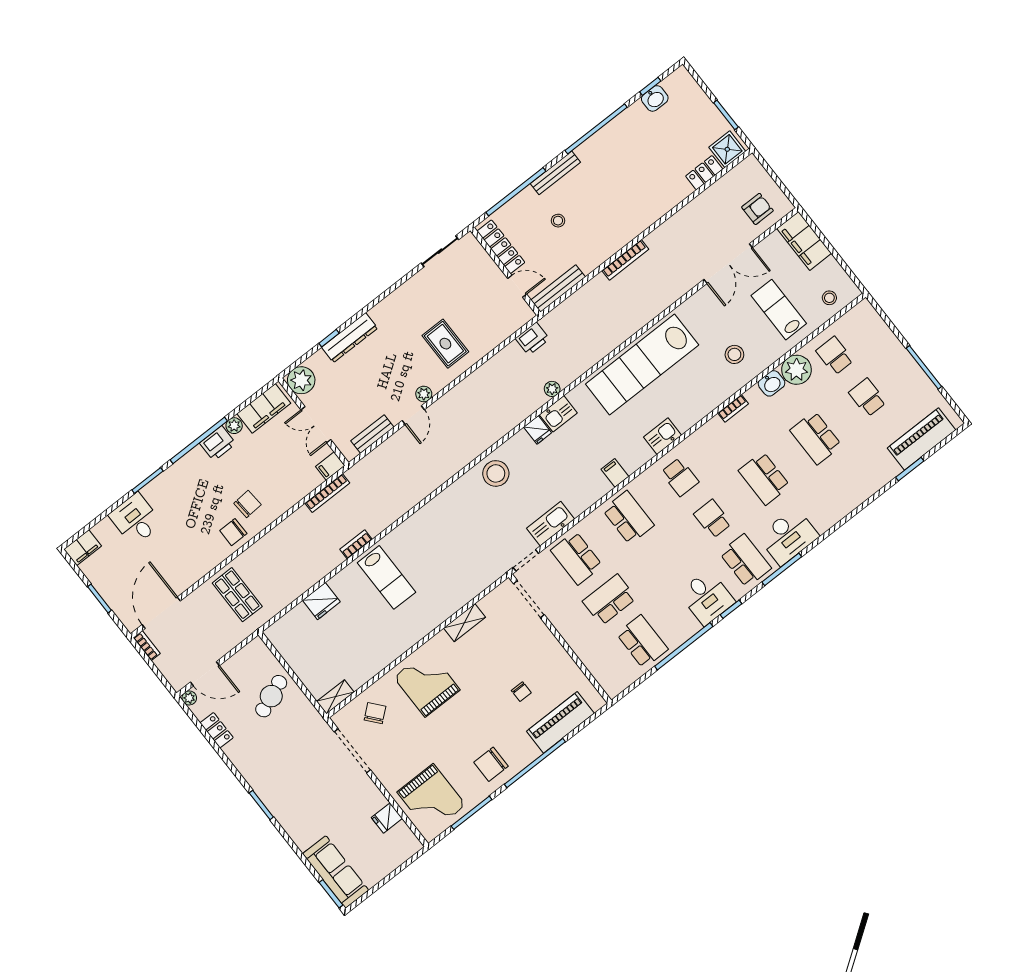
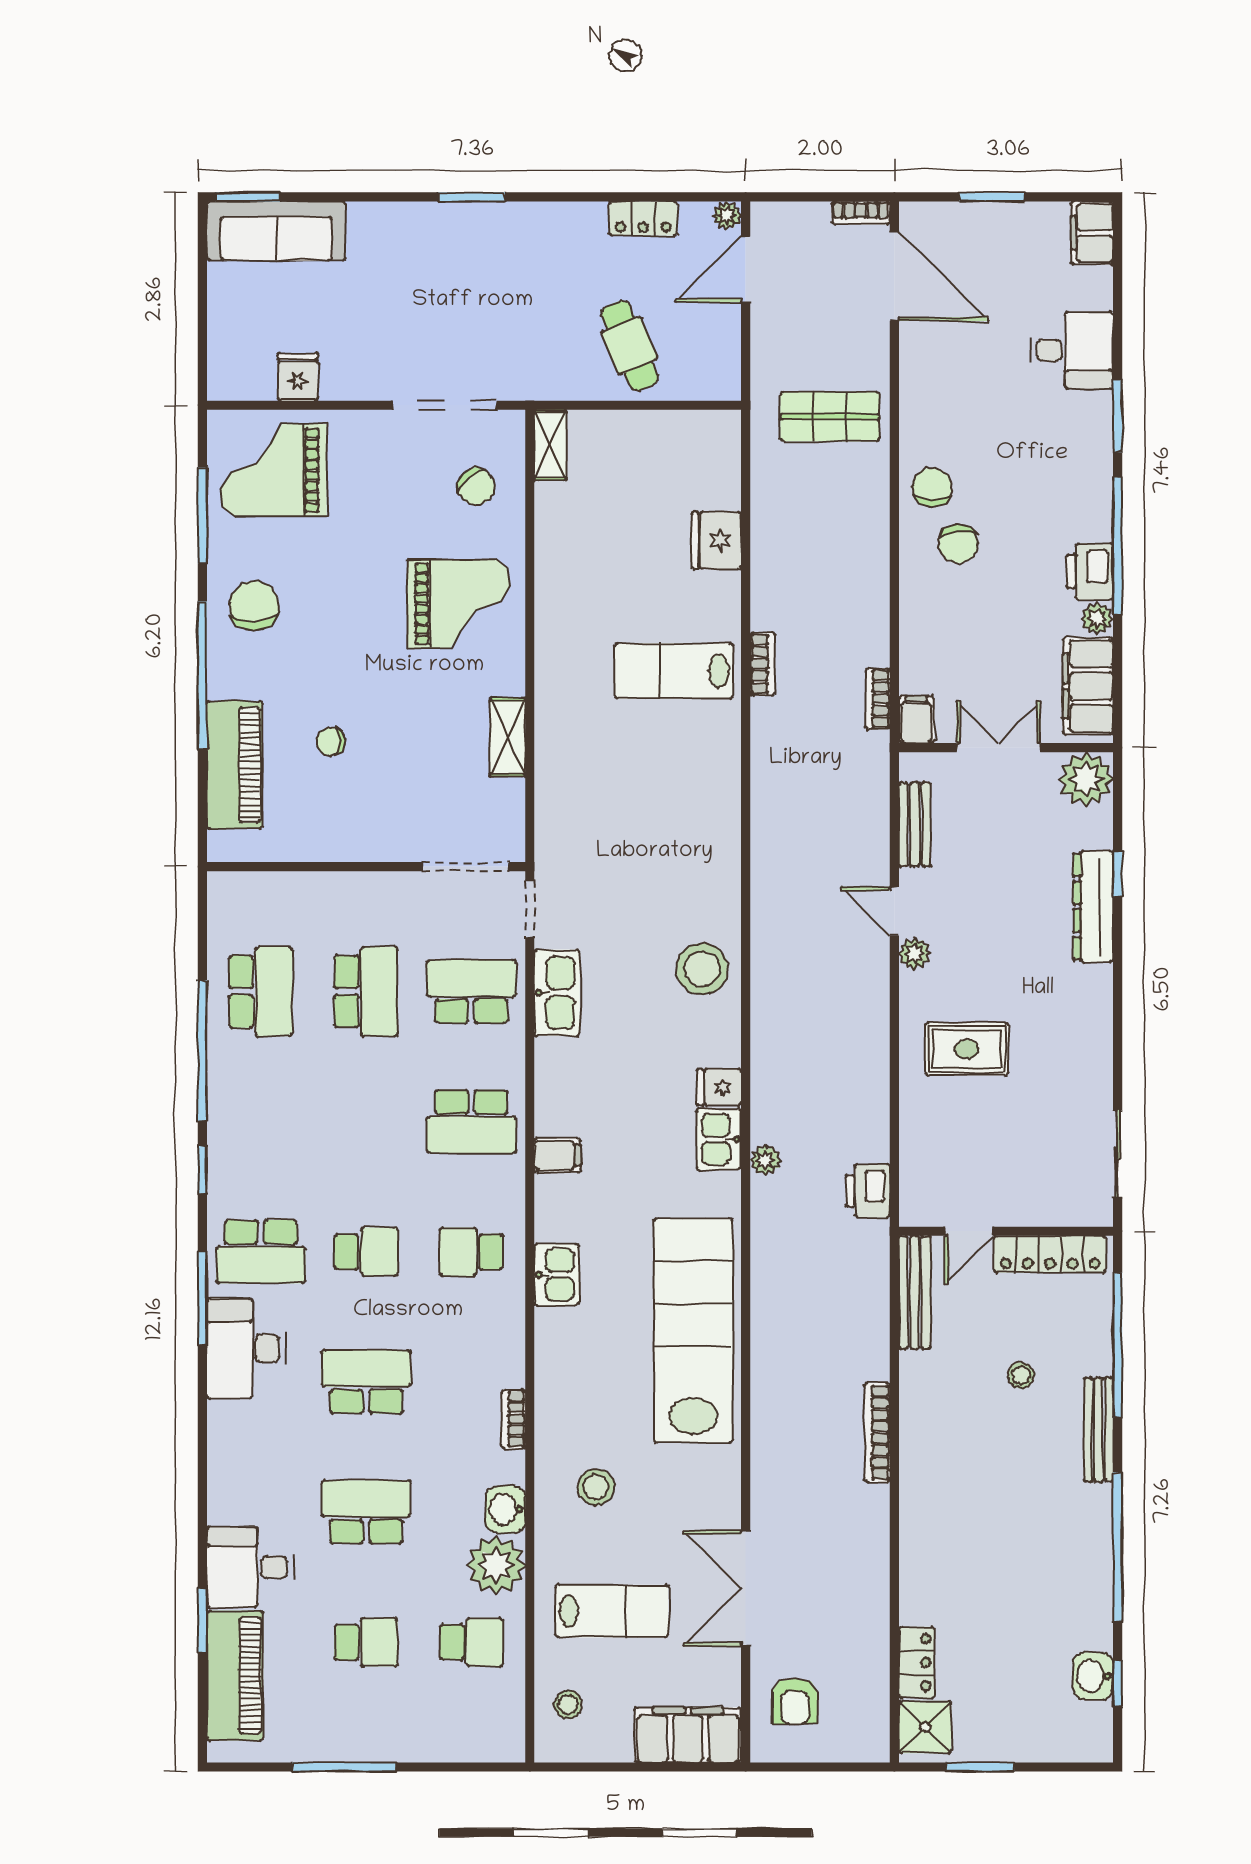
bookcase: (327, 493) -> (878, 699), width x0.64
desk: (707, 597) -> (250, 1567), moved
school desk: (642, 642) -> (261, 992), turned -90

